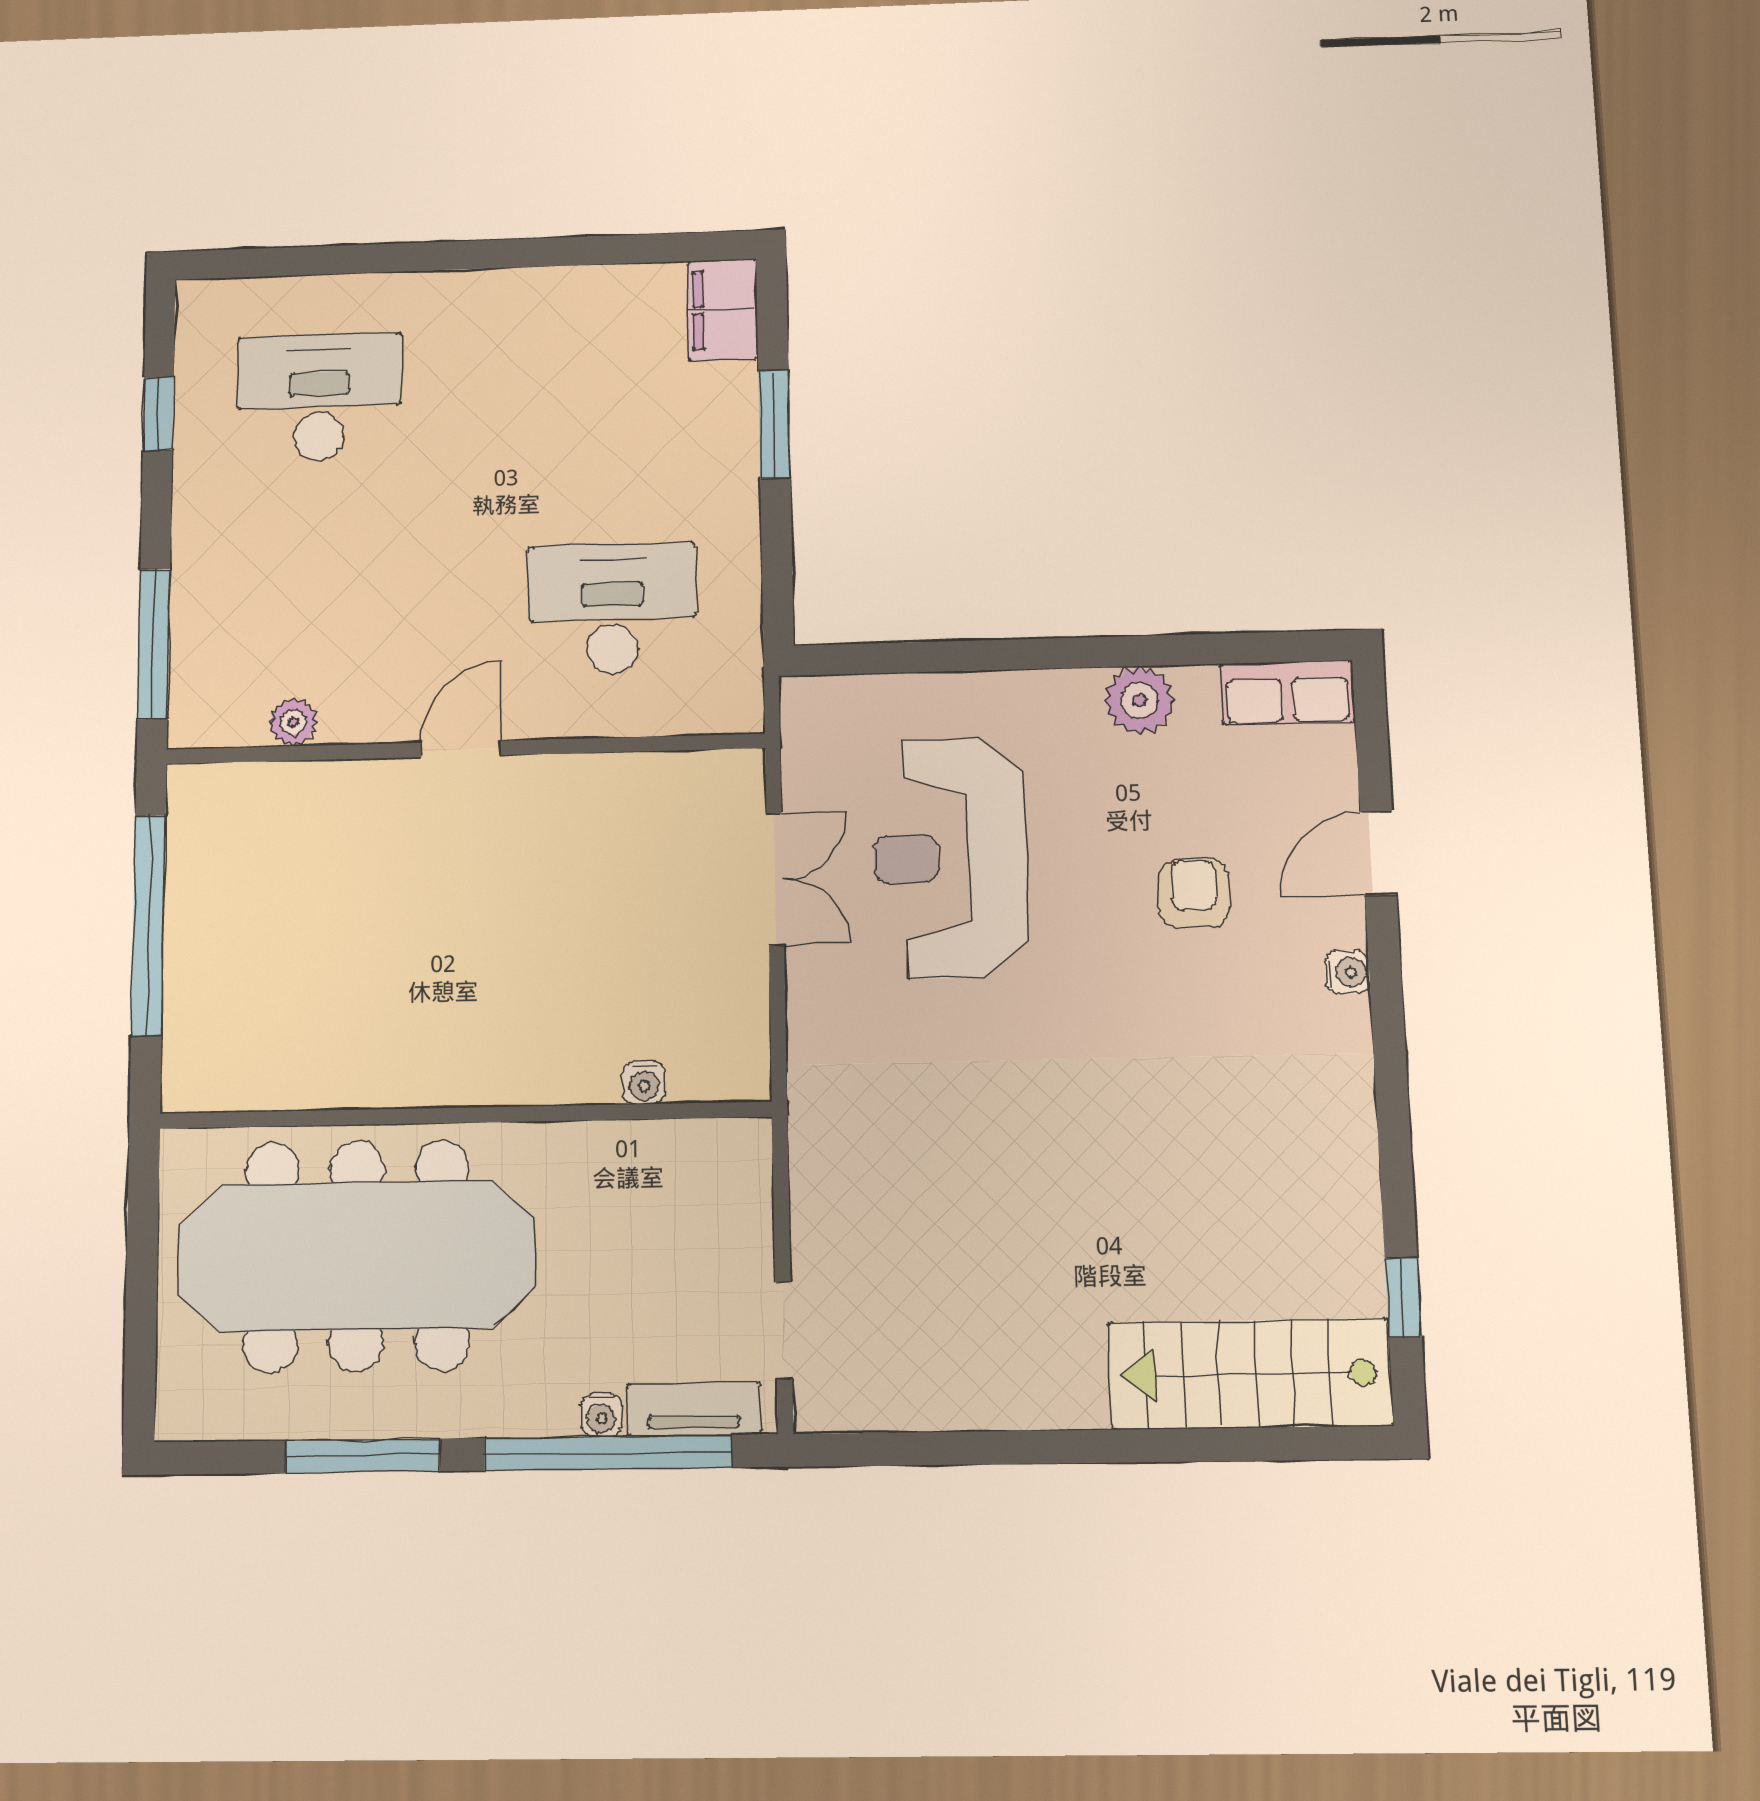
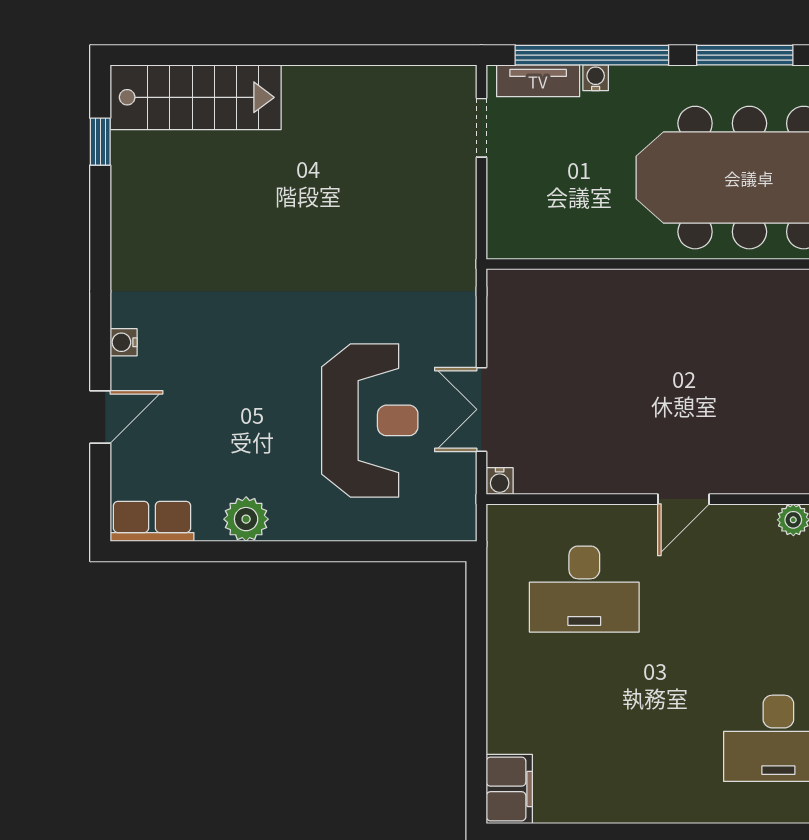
window: (774, 424) -> (476, 710), removed
armchair: (1194, 893) -> (217, 394), removed
water cooler: (644, 1083) -> (500, 481), moved, turned 180

